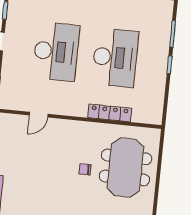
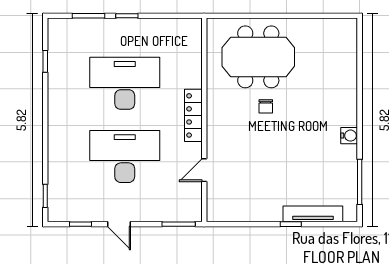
locker: (110, 113) -> (193, 115), moved
door: (39, 115) -> (204, 170), swing flipped

